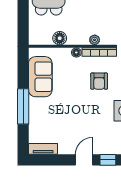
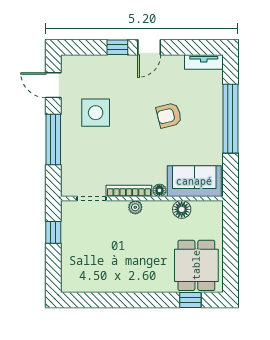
sofa: (40, 77) -> (194, 181), moved, turned 90
armchair: (99, 81) -> (169, 115), moved, turned -104
window: (23, 106) -> (230, 119), width x1.46

